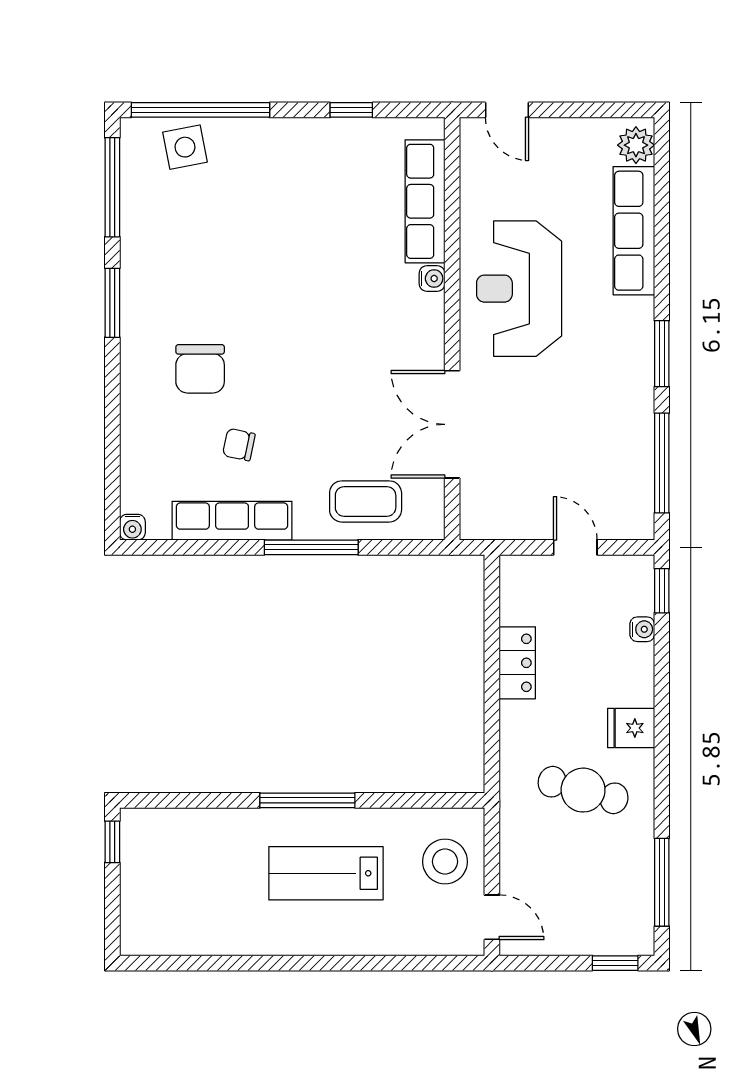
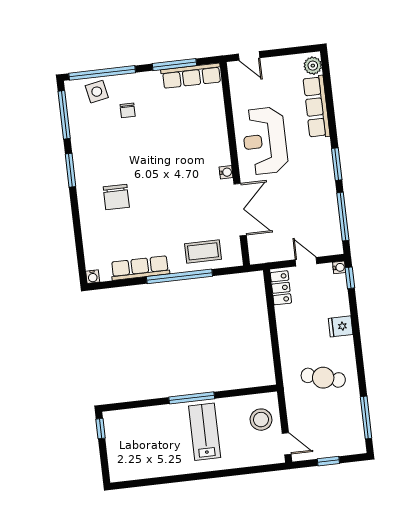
window: (351, 110) -> (174, 65), width x2.17
row of seats: (425, 201) -> (191, 76), moved, turned -90
water cooler: (432, 279) -> (226, 172), moved
double door: (452, 424) -> (240, 210), swing flipped
chair: (239, 445) -> (128, 110), moved, turned -102
window: (311, 547) -> (179, 276), width x1.46
water cooler: (642, 629) -> (339, 267), moved
locker: (517, 663) -> (281, 288), moved
fridge: (631, 728) -> (341, 326), moved
lab bench: (326, 873) -> (205, 432), turned 90
window: (615, 963) -> (328, 461), moved

